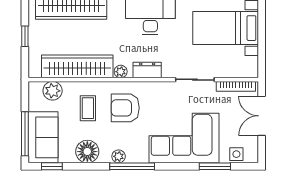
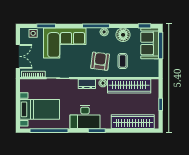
plant: (53, 91) -> (144, 72), removed
armchair: (125, 108) -> (100, 61), turned -83

